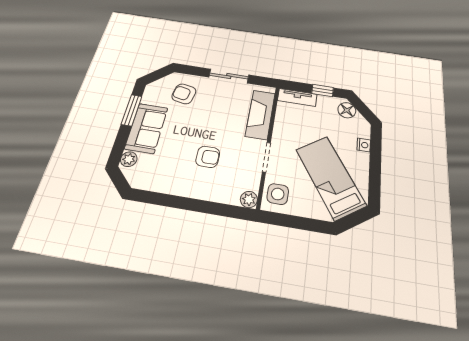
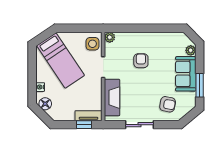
window: (323, 90) -> (84, 125), moved
floor lamp: (347, 110) -> (45, 104), moved
armchair: (208, 157) -> (141, 61), turned 90

